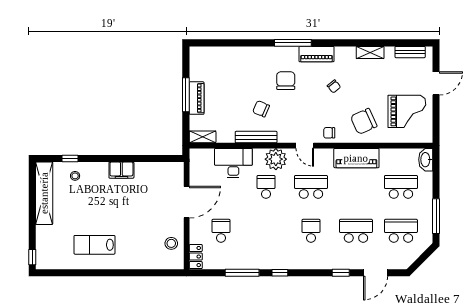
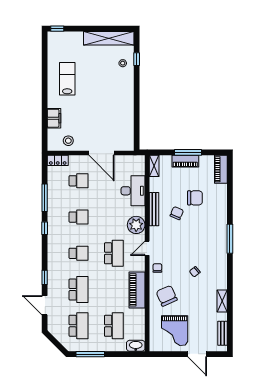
piano: (316, 54) -> (221, 169), moved
chair: (286, 81) -> (195, 198), moved
filing cabinet: (121, 170) -> (54, 118), moved, turned 180
school desk: (266, 187) -> (78, 217), moved

